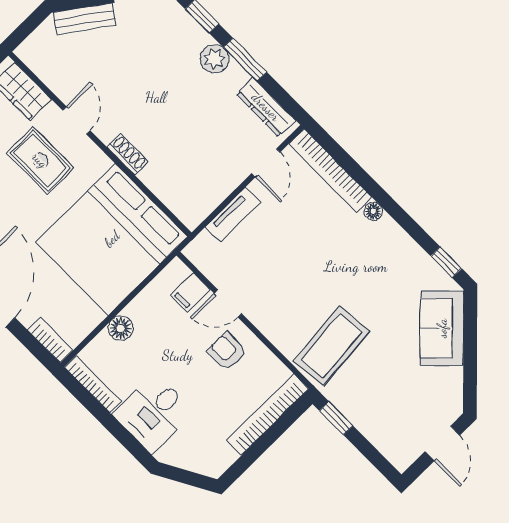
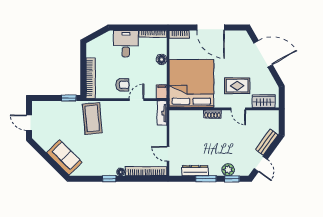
plant: (215, 59) -> (228, 170), moved
dresser: (266, 107) -> (195, 171), moved
tv unit: (233, 215) -> (162, 113), moved
window: (446, 262) -> (109, 179), moved
filing cabinet: (190, 292) -> (162, 92), moved

